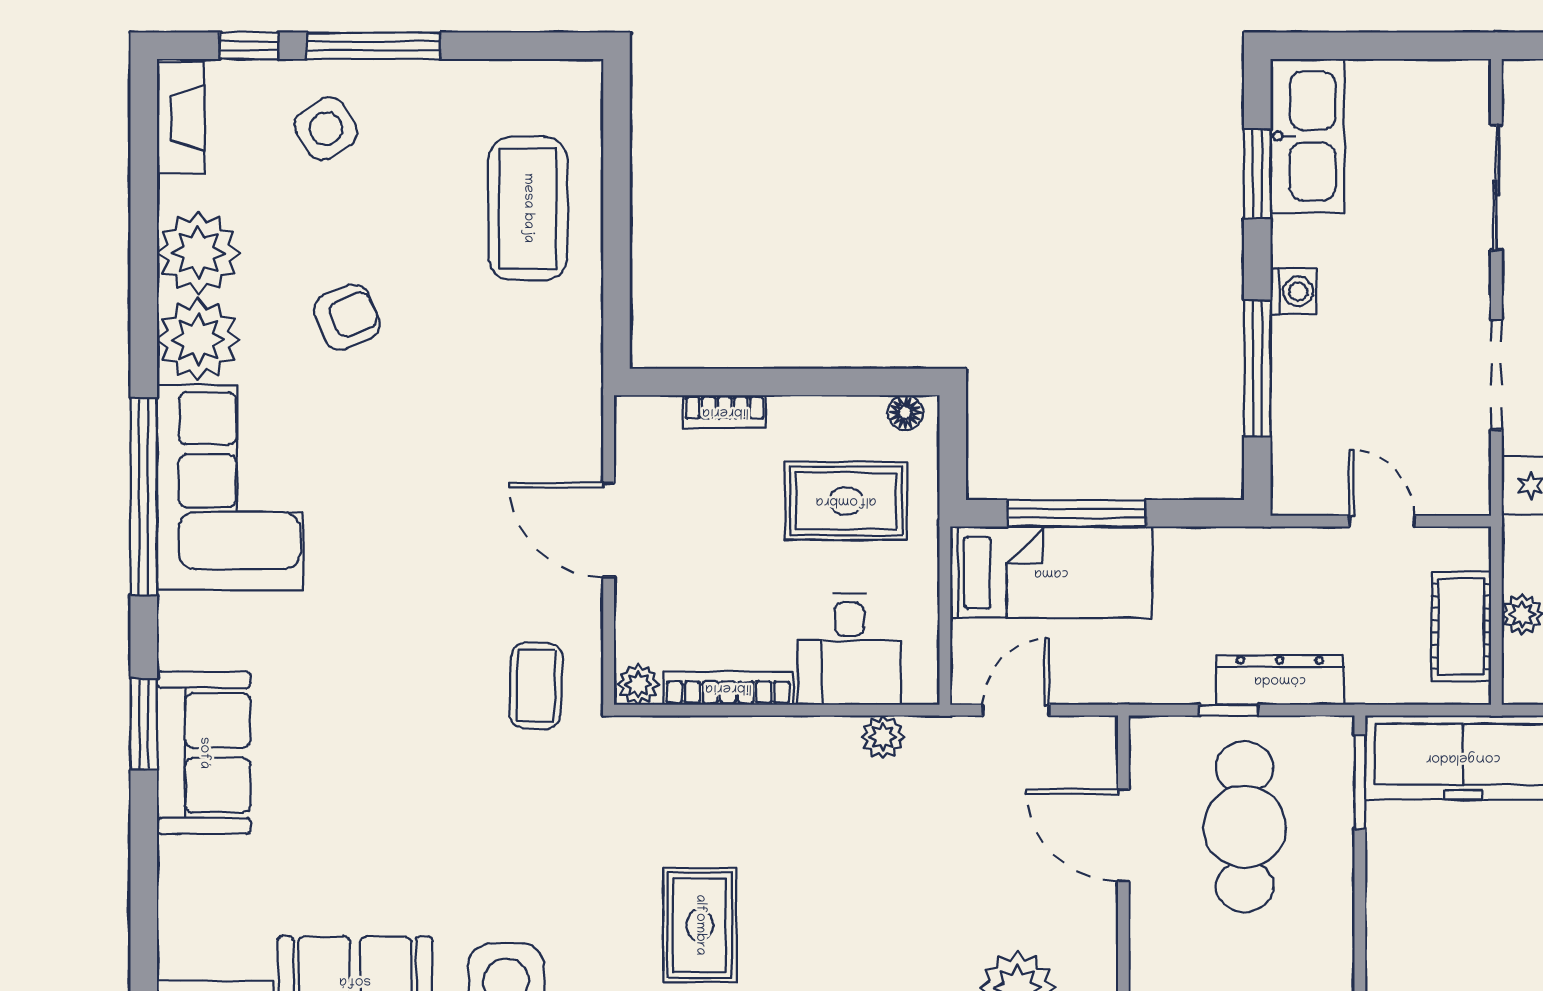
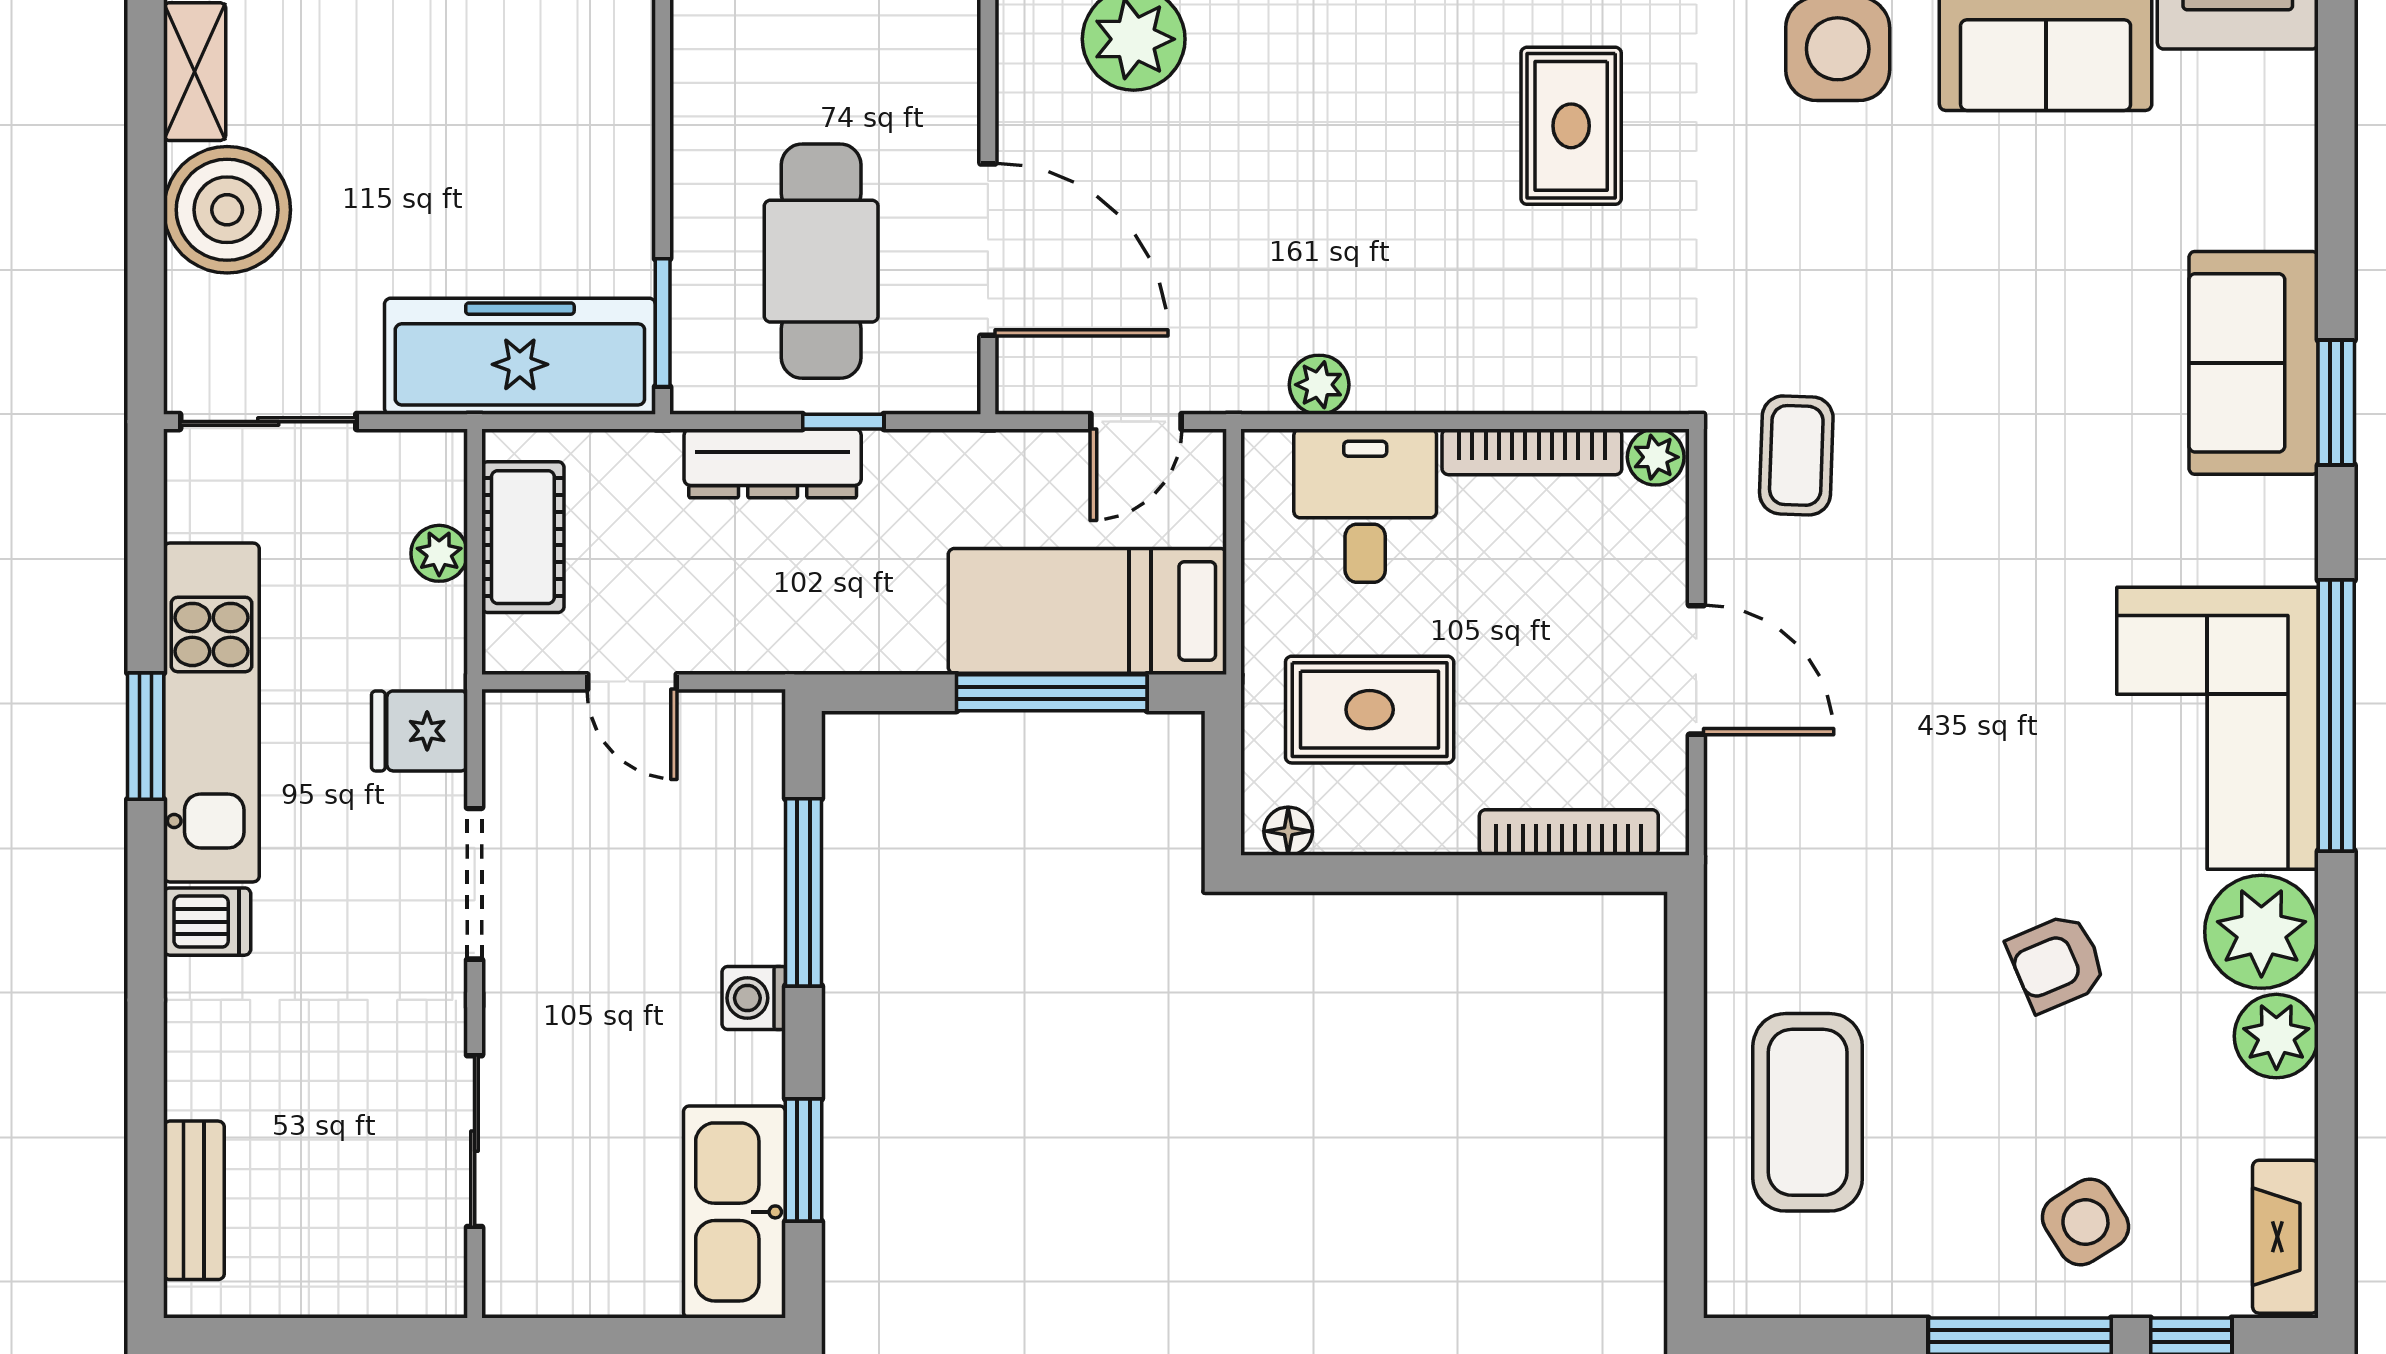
plant: (198, 253) -> (2276, 1036), width x0.73, depth x0.73
bookcase: (725, 412) -> (1569, 832), width x1.56
door: (1123, 835) -> (988, 250), width x1.36

